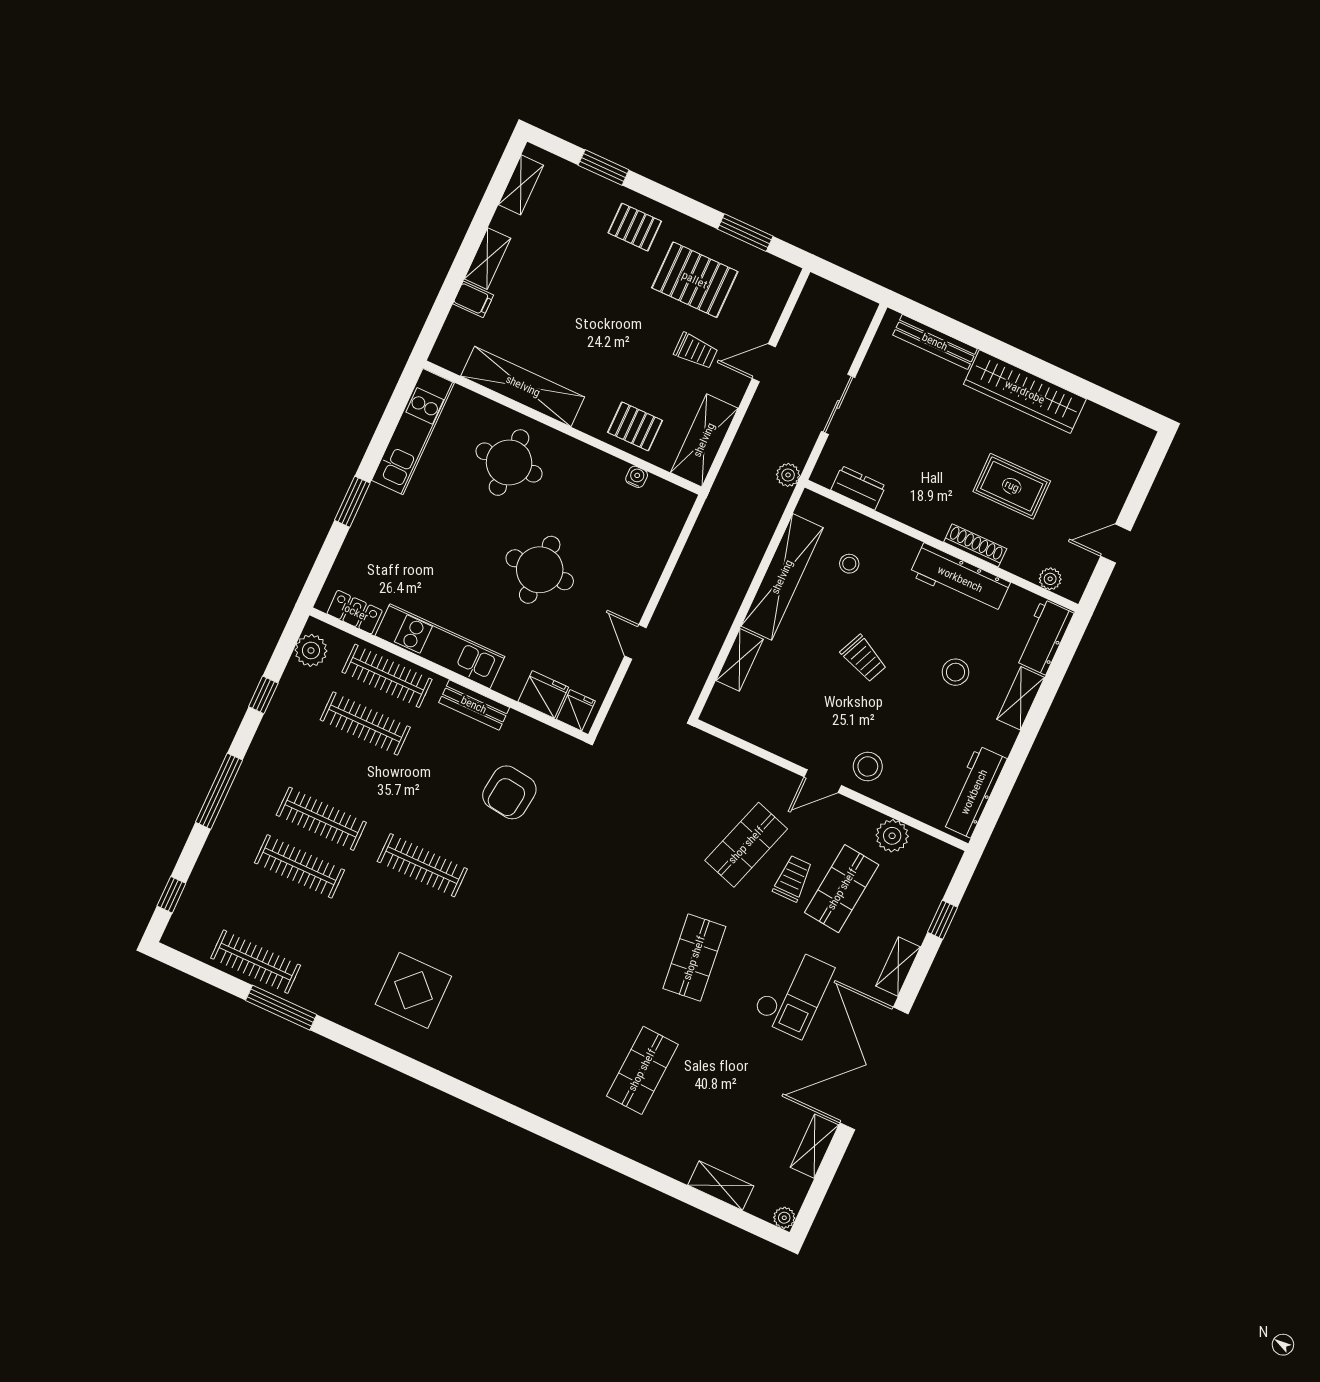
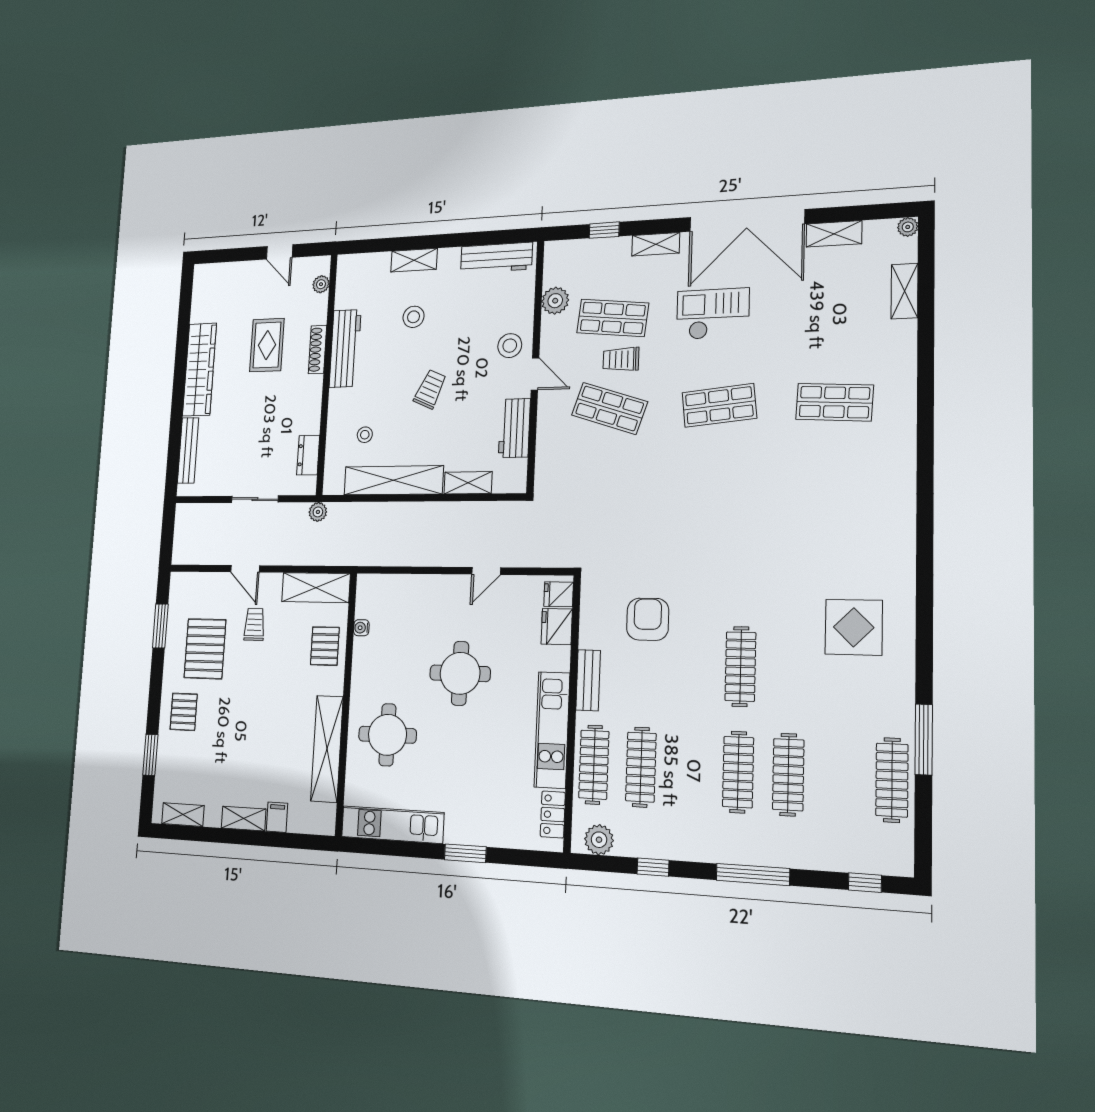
workbench: (1044, 637) -> (514, 428), moved, turned 90
armchair: (509, 792) -> (648, 619), turned -97

